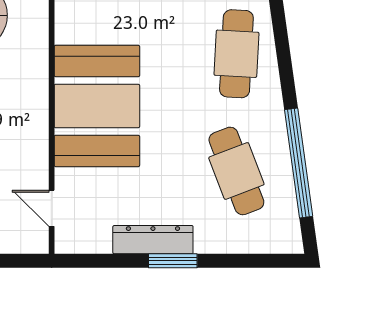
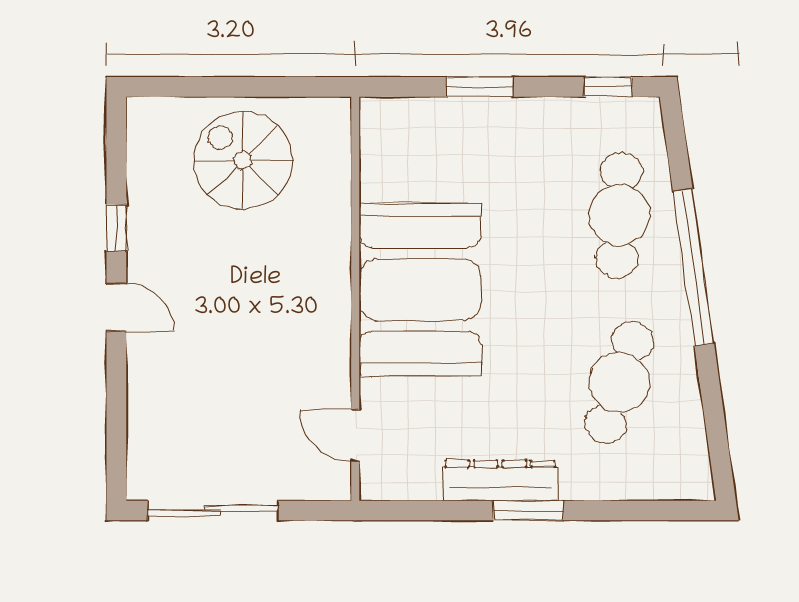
window: (299, 163) -> (693, 267), moved
cafe table: (236, 171) -> (619, 382), turned 39

